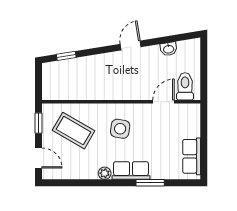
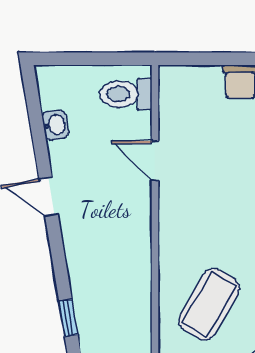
door: (163, 102) -> (155, 161), moved
side table: (120, 129) -> (206, 216), removed

